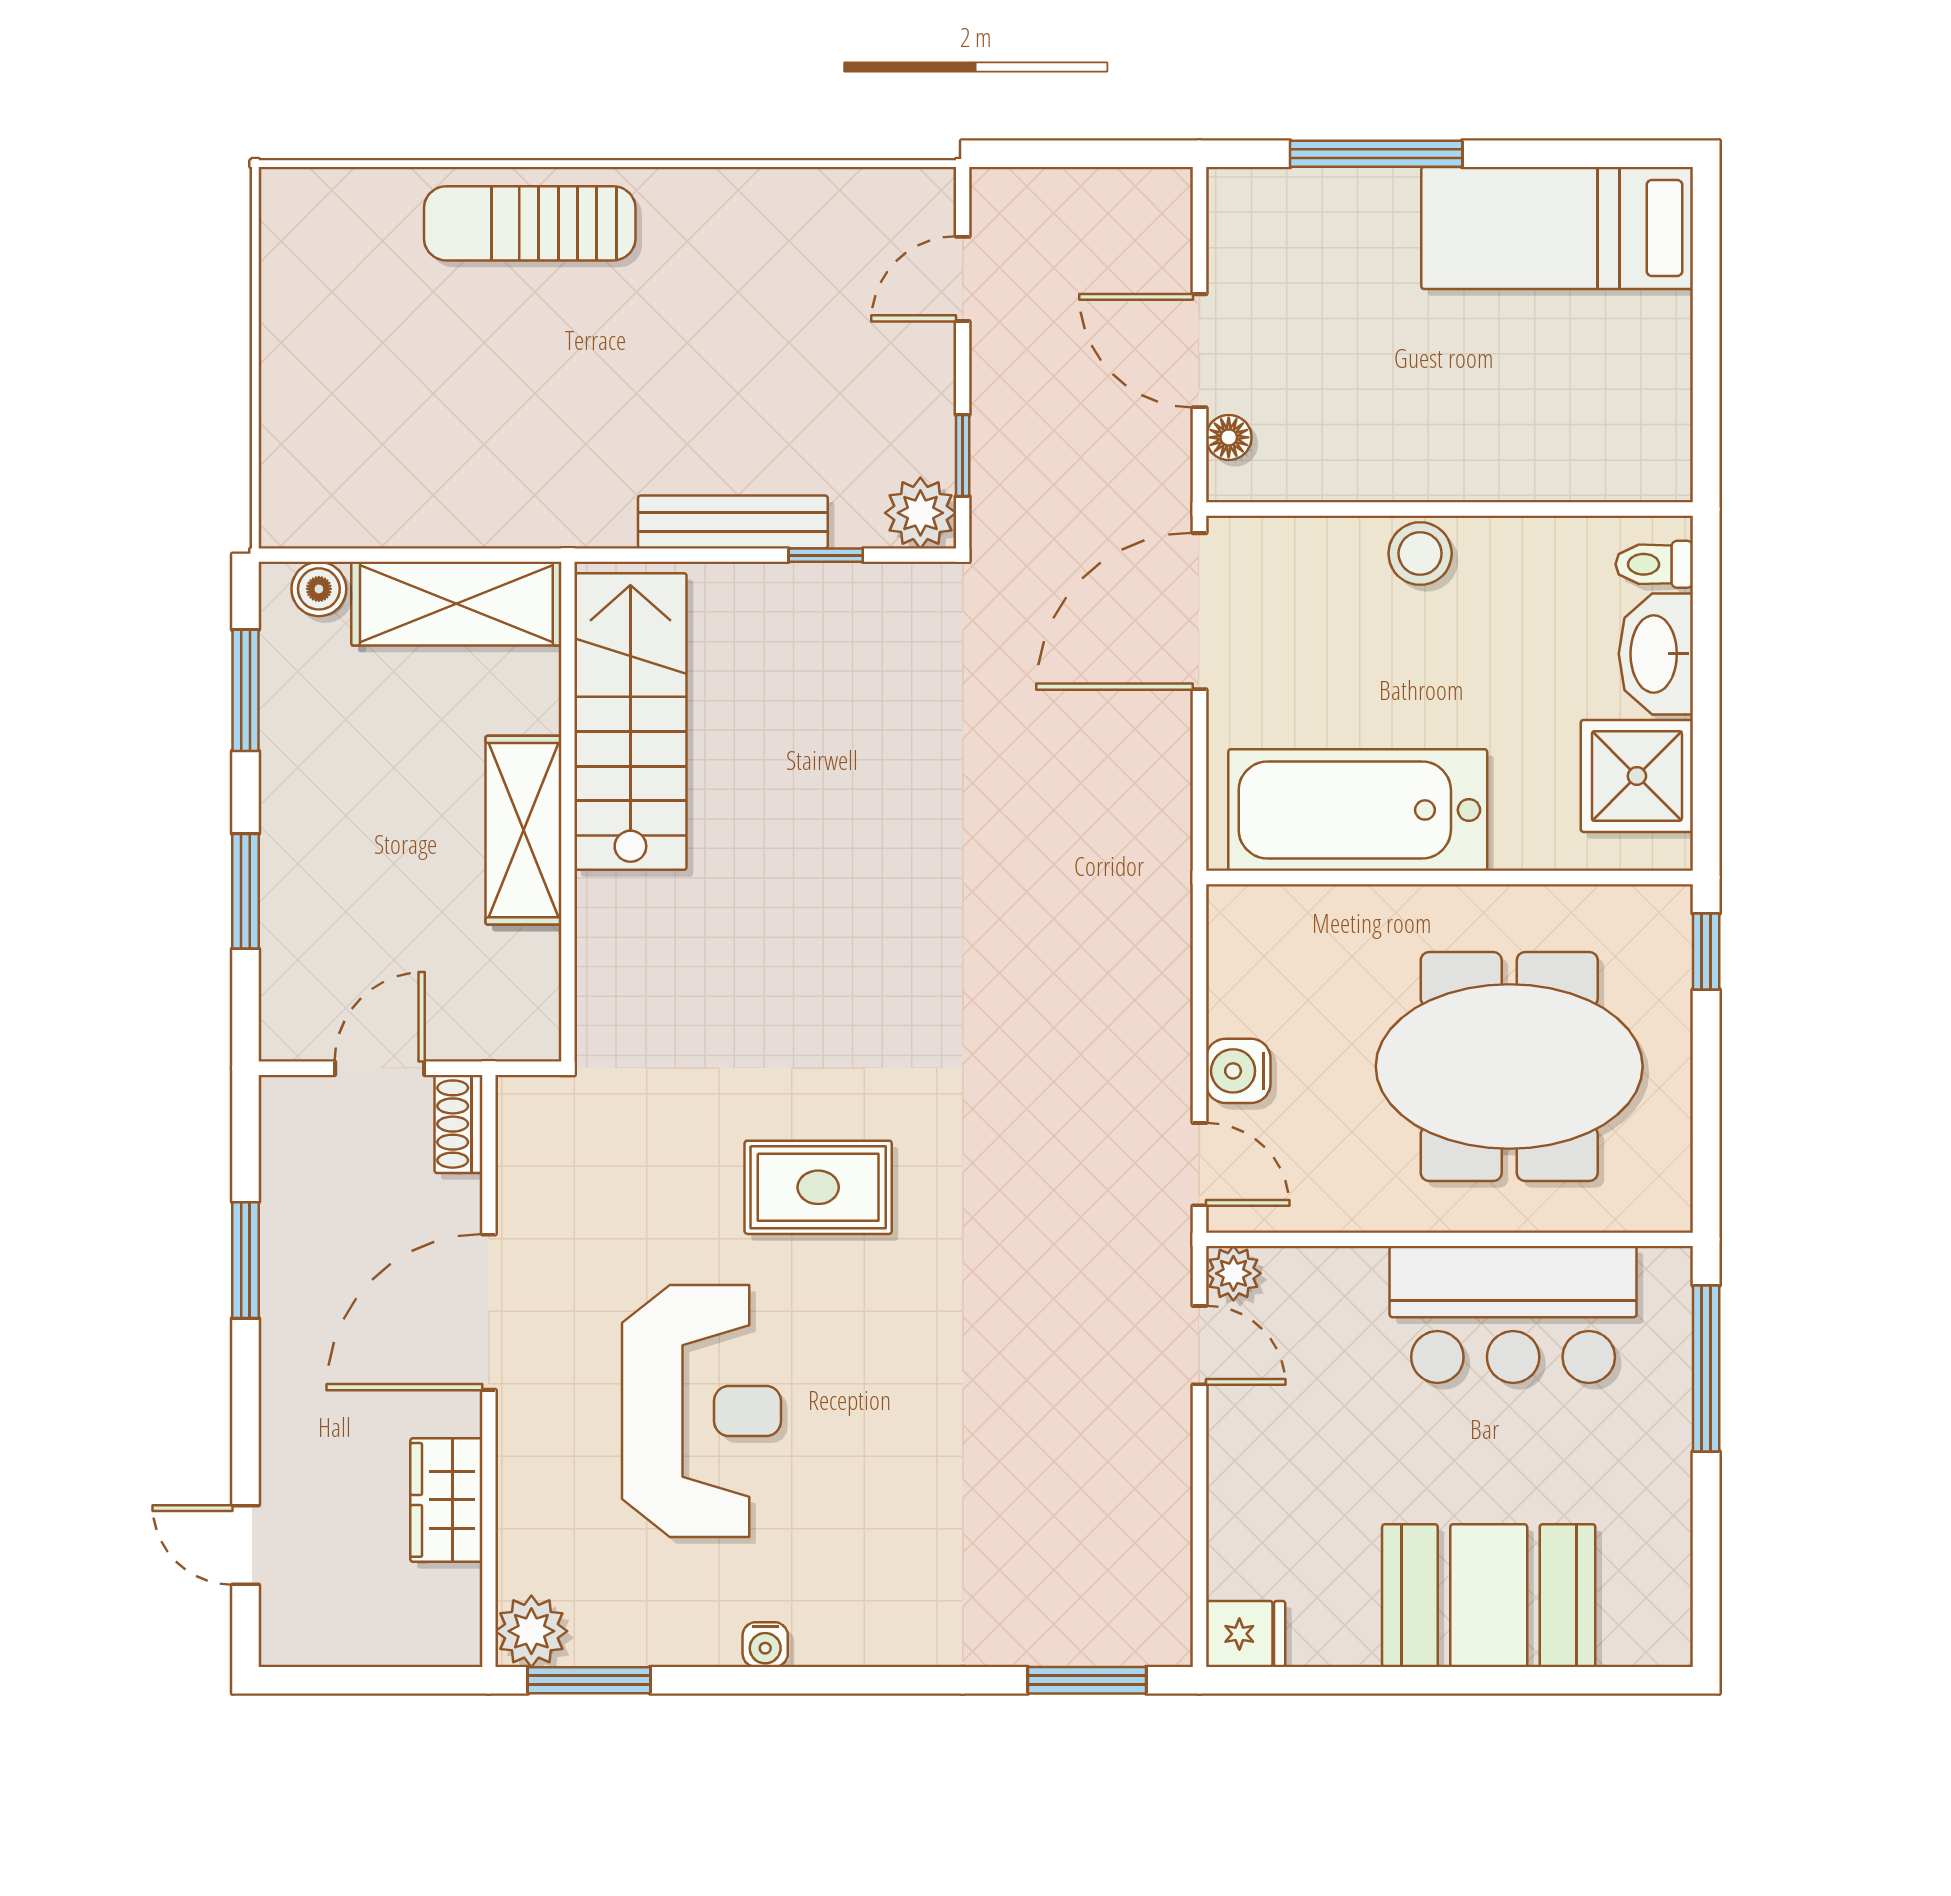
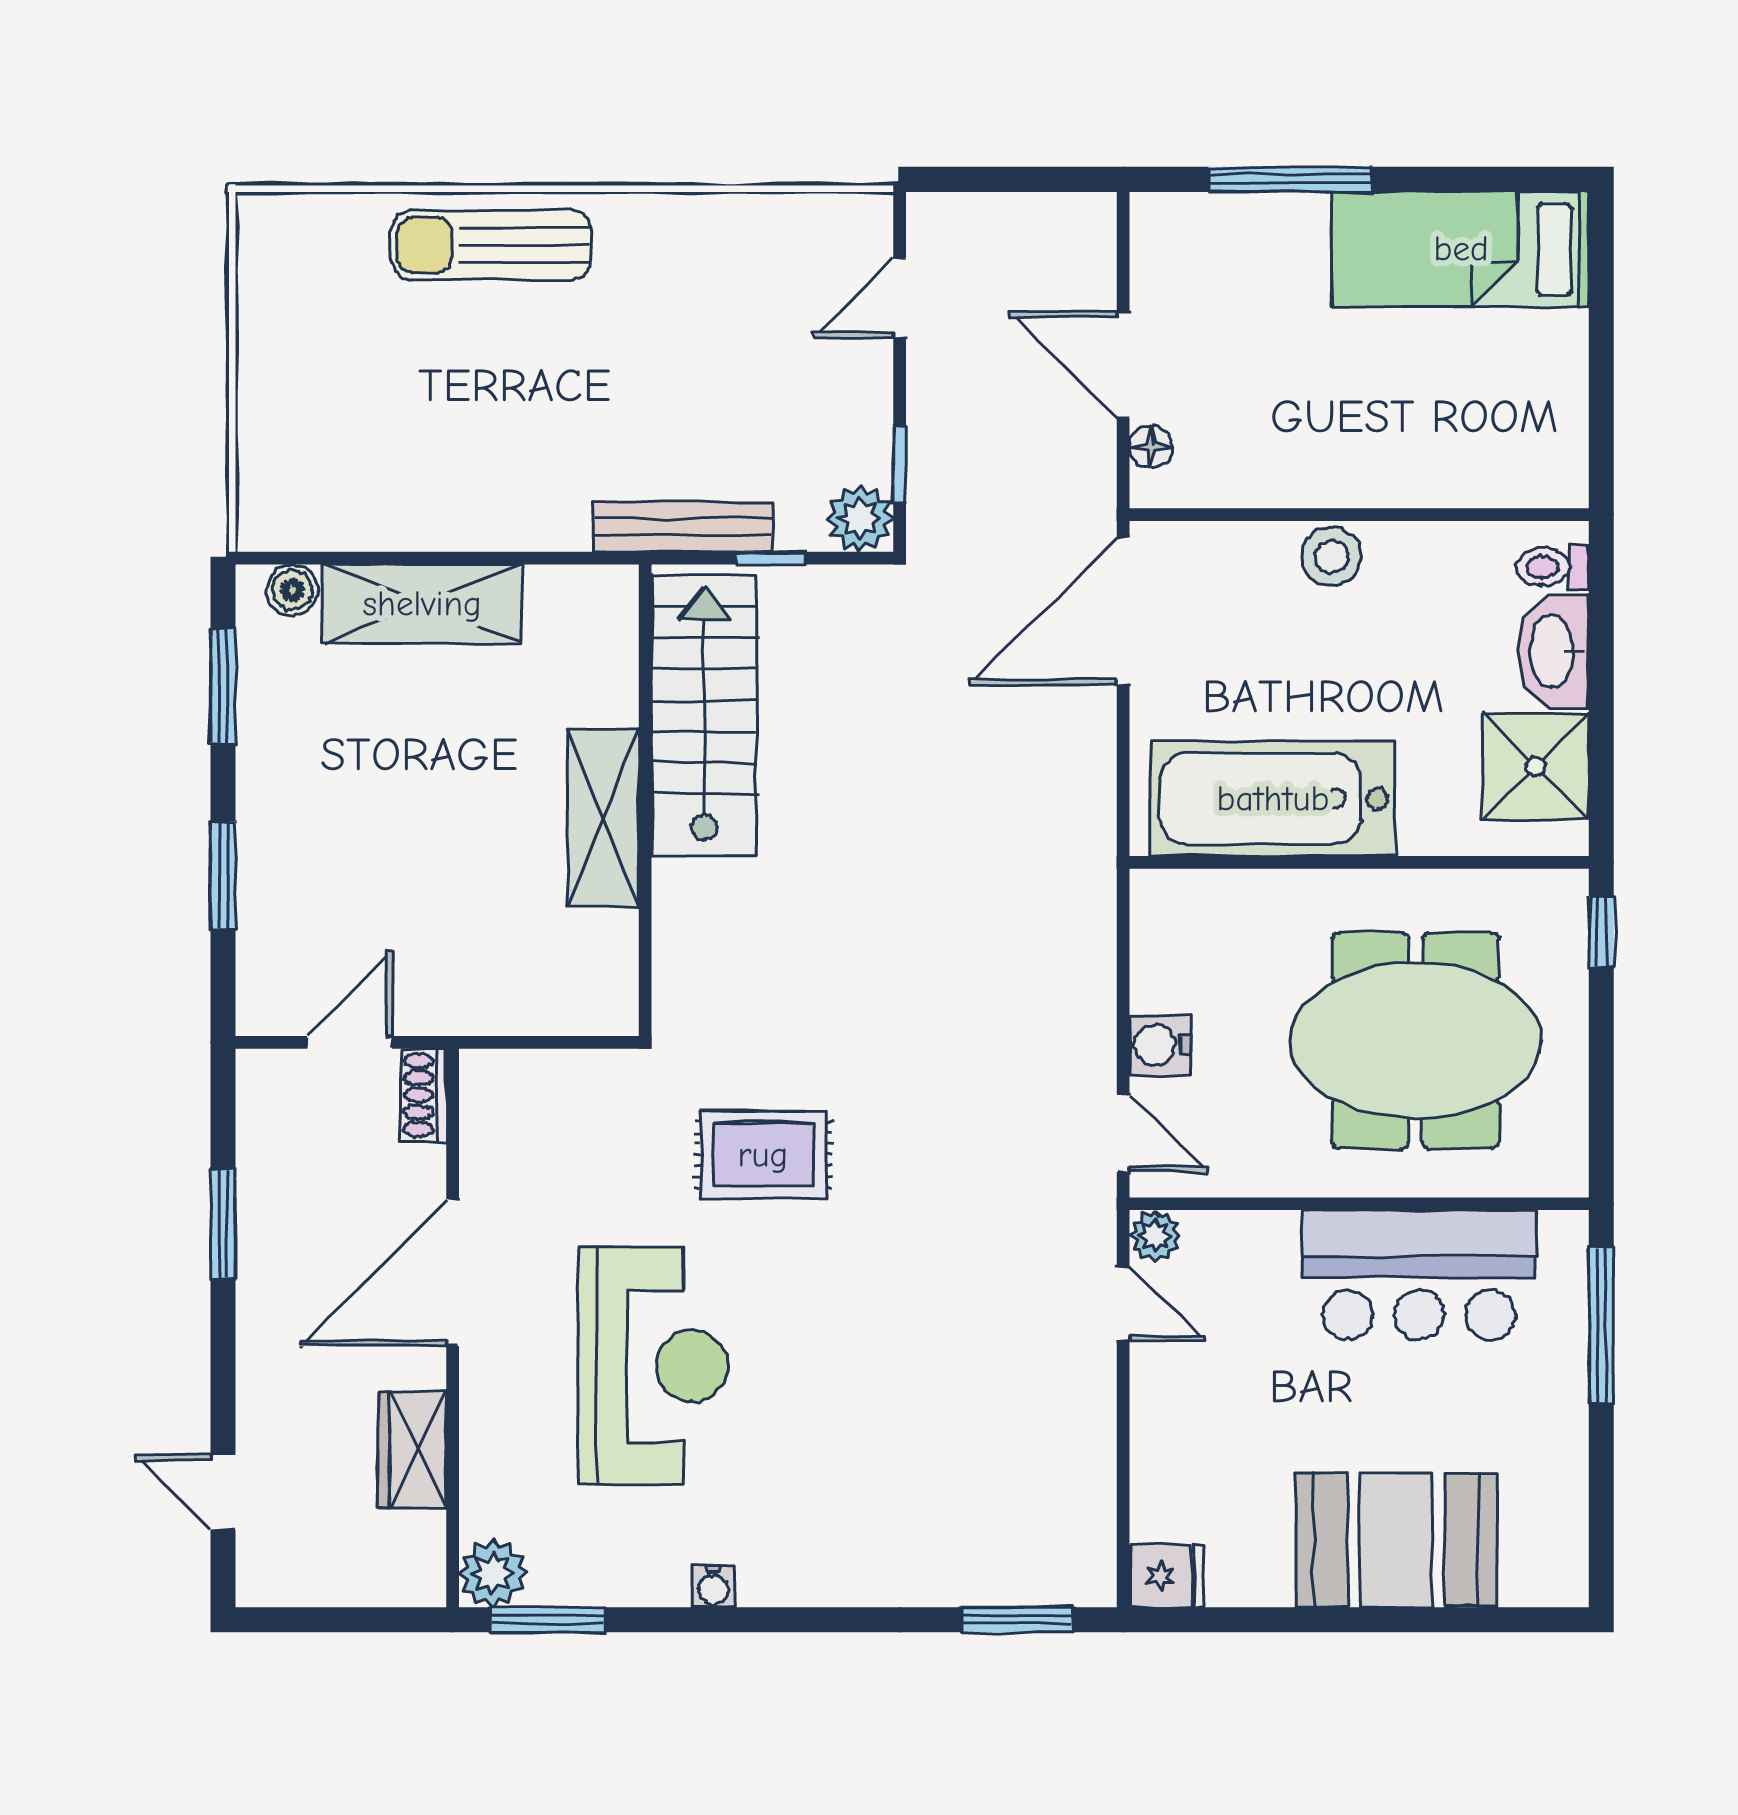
stairs: (630, 721) -> (704, 715), moved
wall: (568, 812) -> (645, 800), moved
shelving: (523, 830) -> (603, 818), moved

